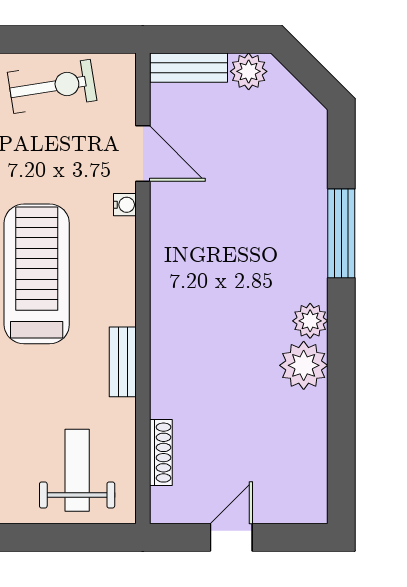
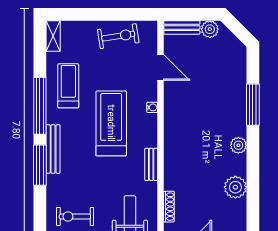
water cooler: (125, 205) -> (152, 107), moved
plant: (304, 365) -> (235, 187), moved

